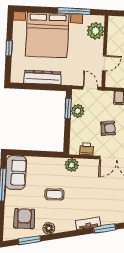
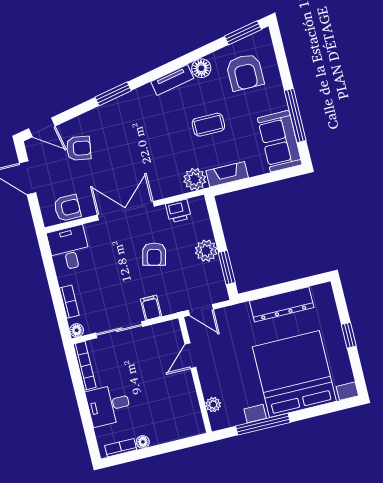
plant: (95, 31) -> (213, 405), width x0.53, depth x0.53
plant: (78, 111) -> (206, 251), moved
armchair: (108, 128) -> (154, 254), turned -69
fireplace: (52, 162) -> (227, 174), added
tv unit: (88, 223) -> (172, 80), moved
window: (29, 240) -> (243, 33), moved

